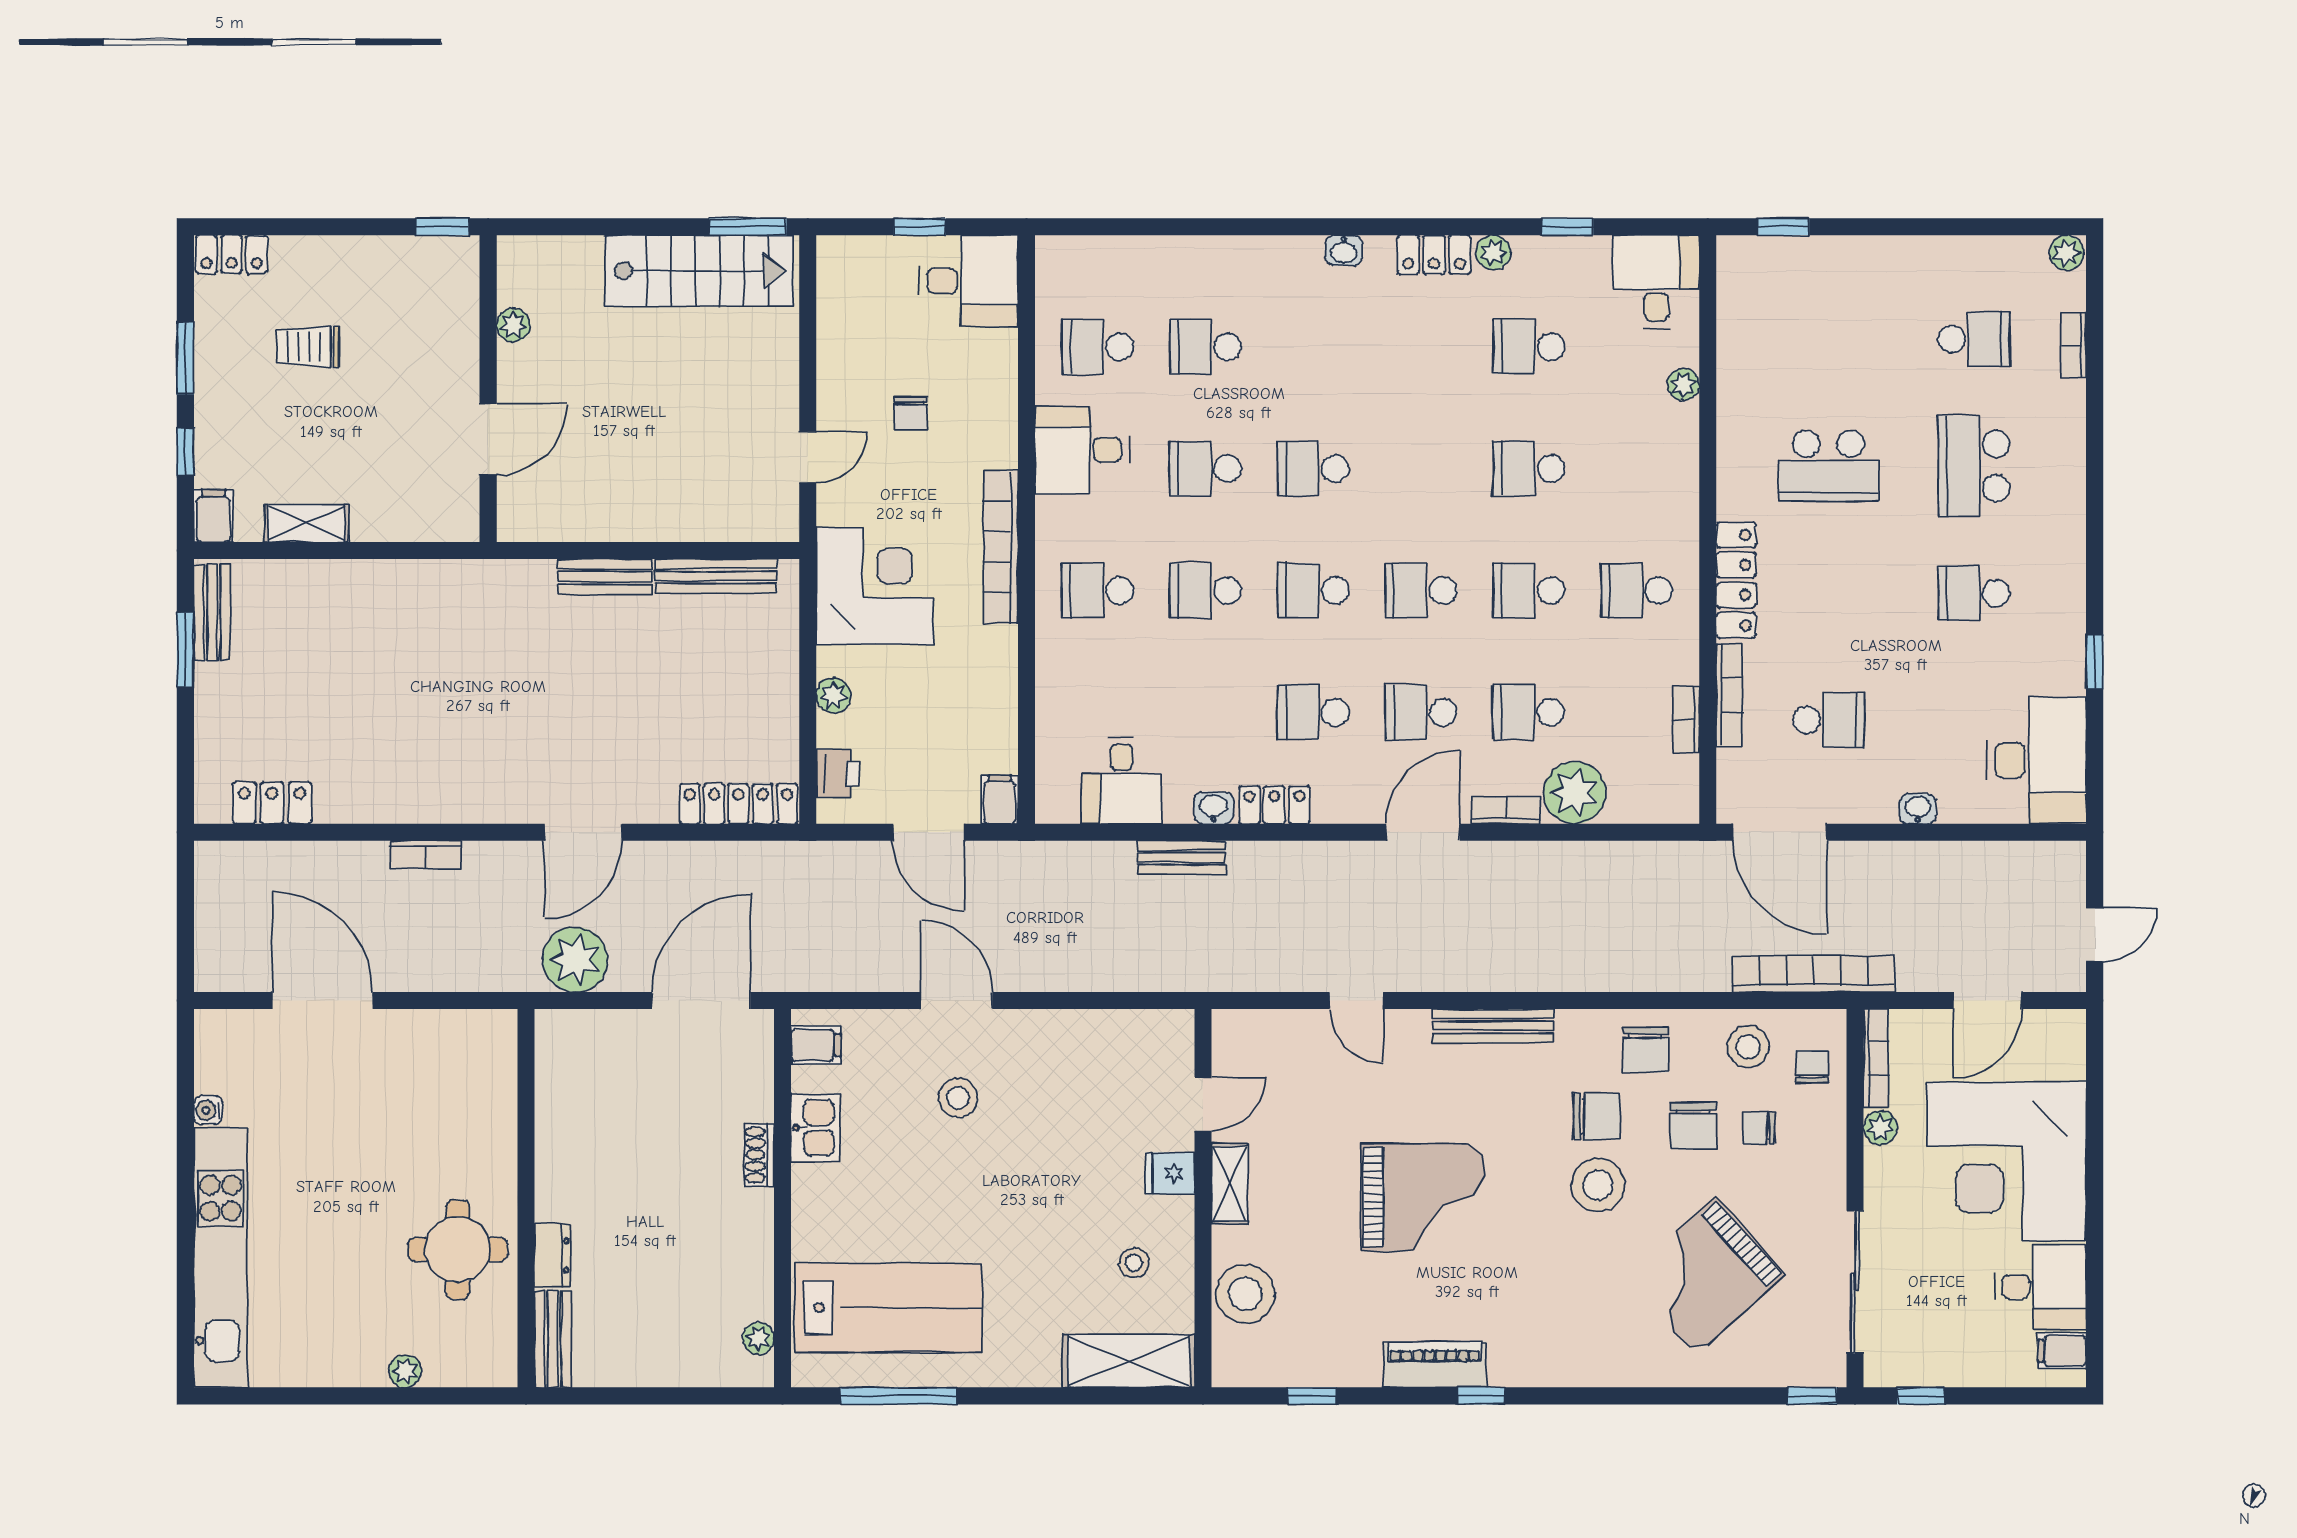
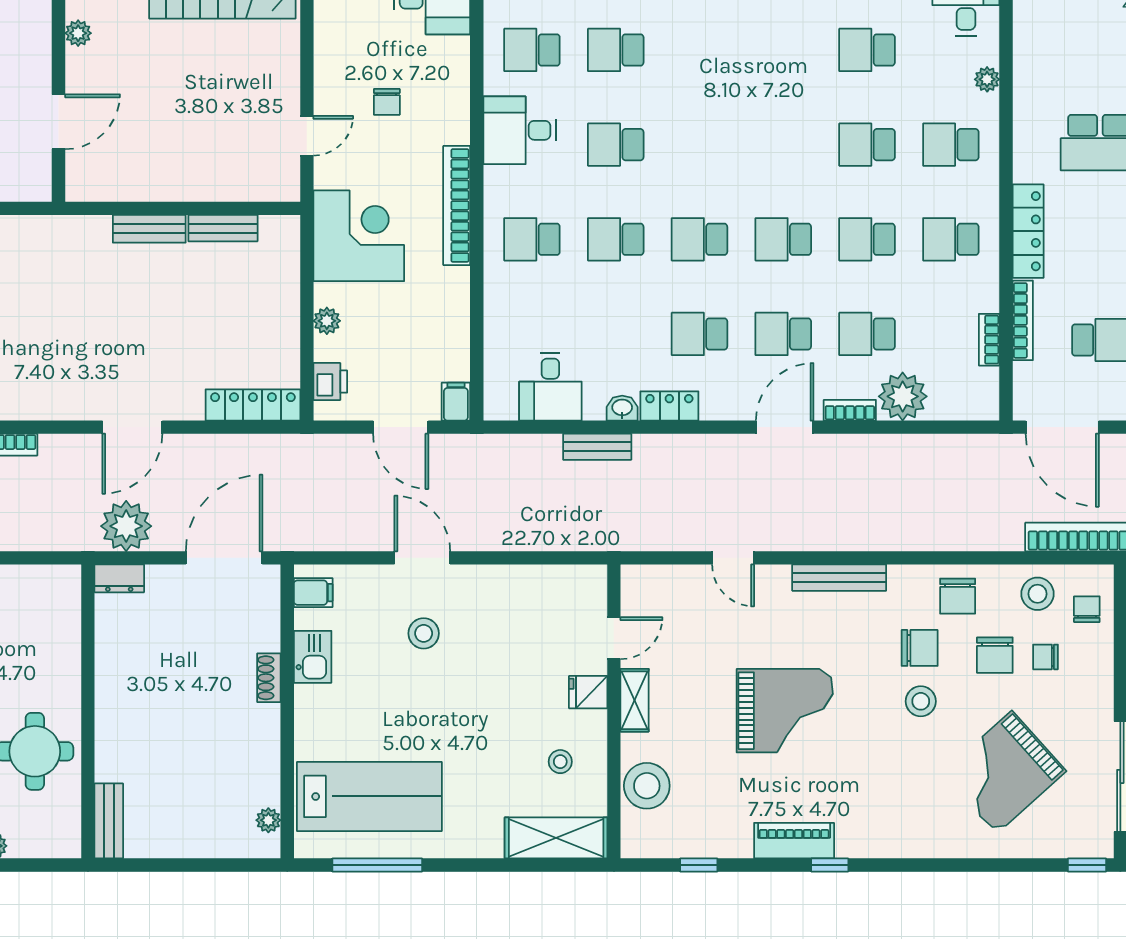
school desk: (1313, 469) -> (951, 145), moved
bench: (716, 576) -> (223, 228), width x0.73
stool: (1598, 1185) -> (921, 701), width x0.73, depth x0.73
dresser: (552, 1256) -> (119, 578), moved, turned 90

